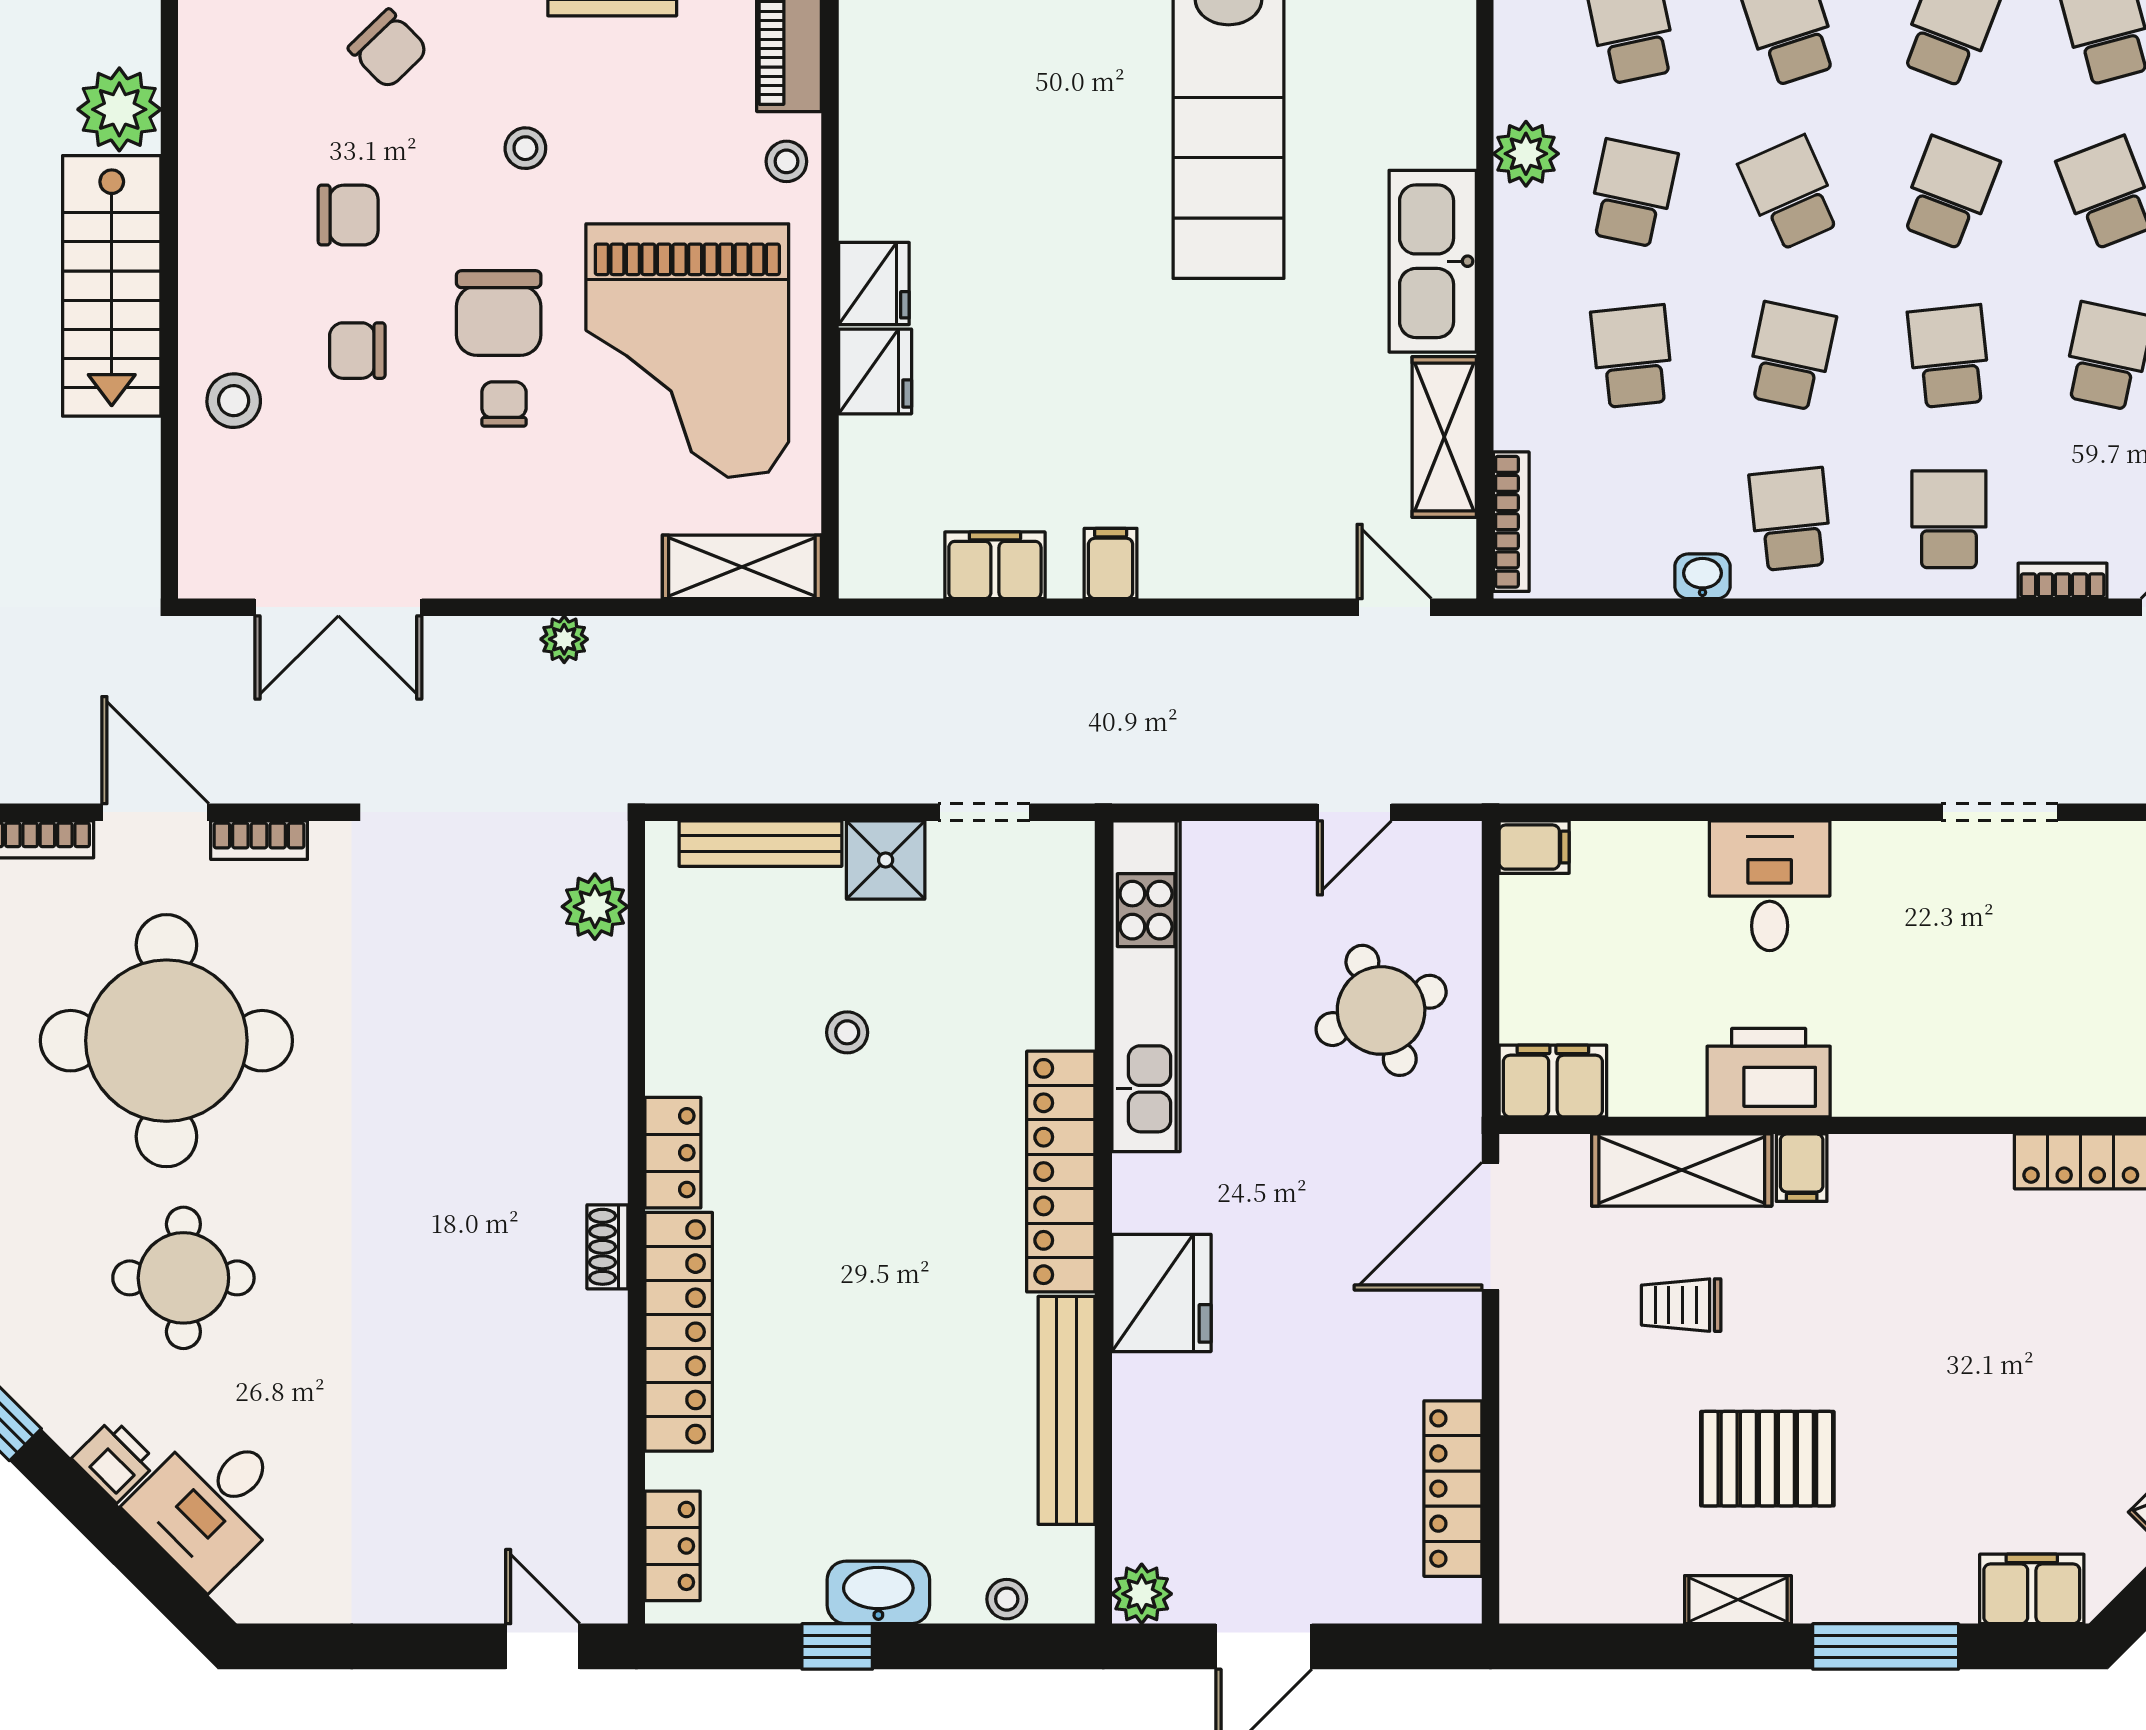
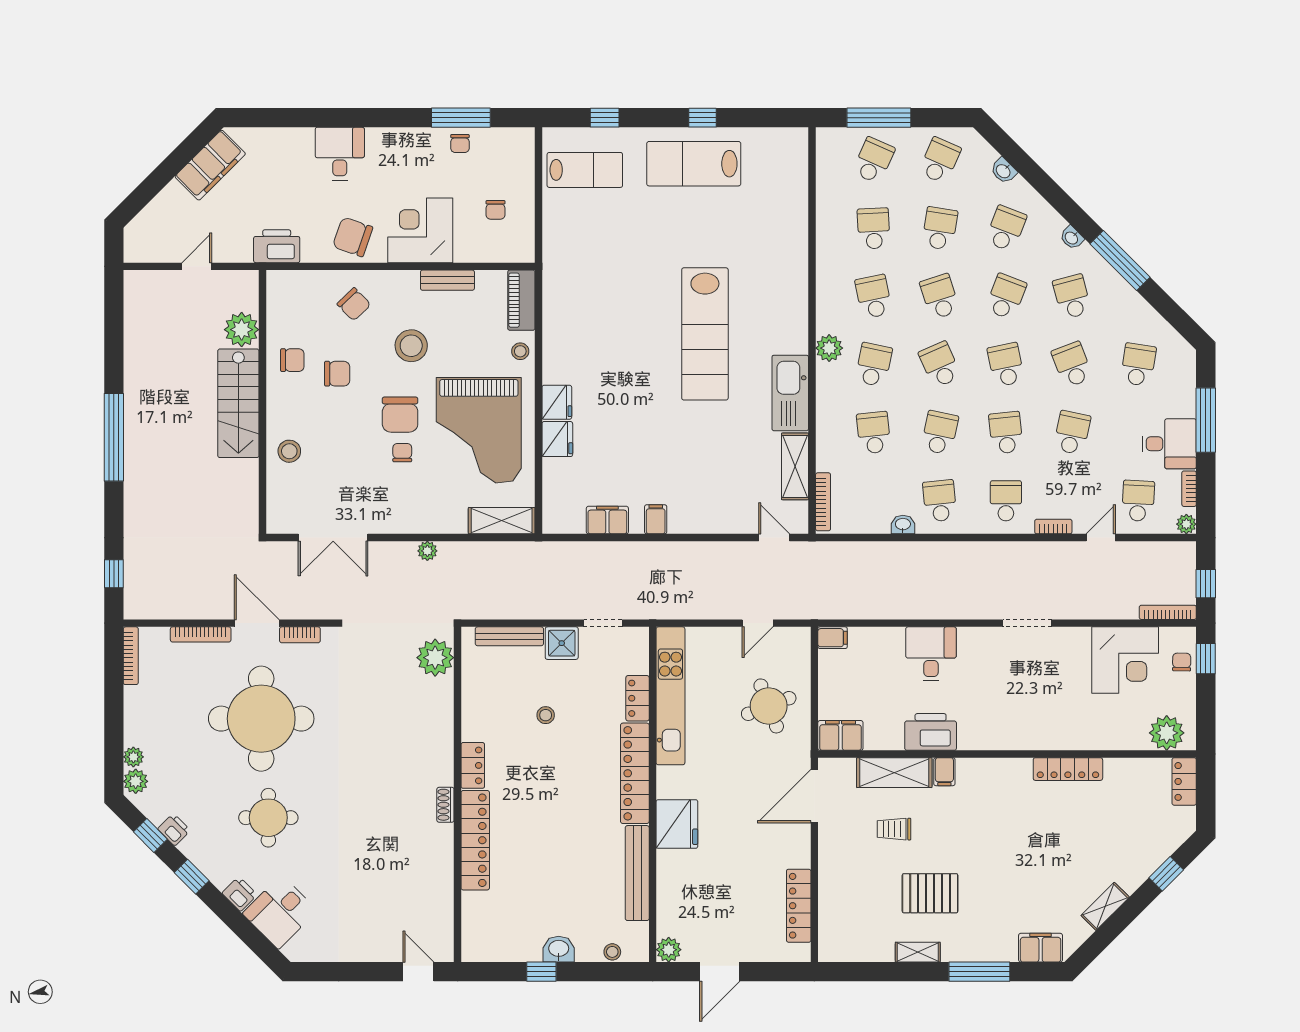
stool: (525, 148) -> (411, 346), width x1.89, depth x1.89
school desk: (1949, 193) -> (1006, 365), turned -33
chair: (357, 351) -> (292, 360), moved, turned 180
plant: (595, 907) -> (435, 658), width x1.36, depth x1.36
locker: (673, 1546) -> (638, 698), moved, turned 180
washbasin: (878, 1592) -> (559, 949), width x0.72

